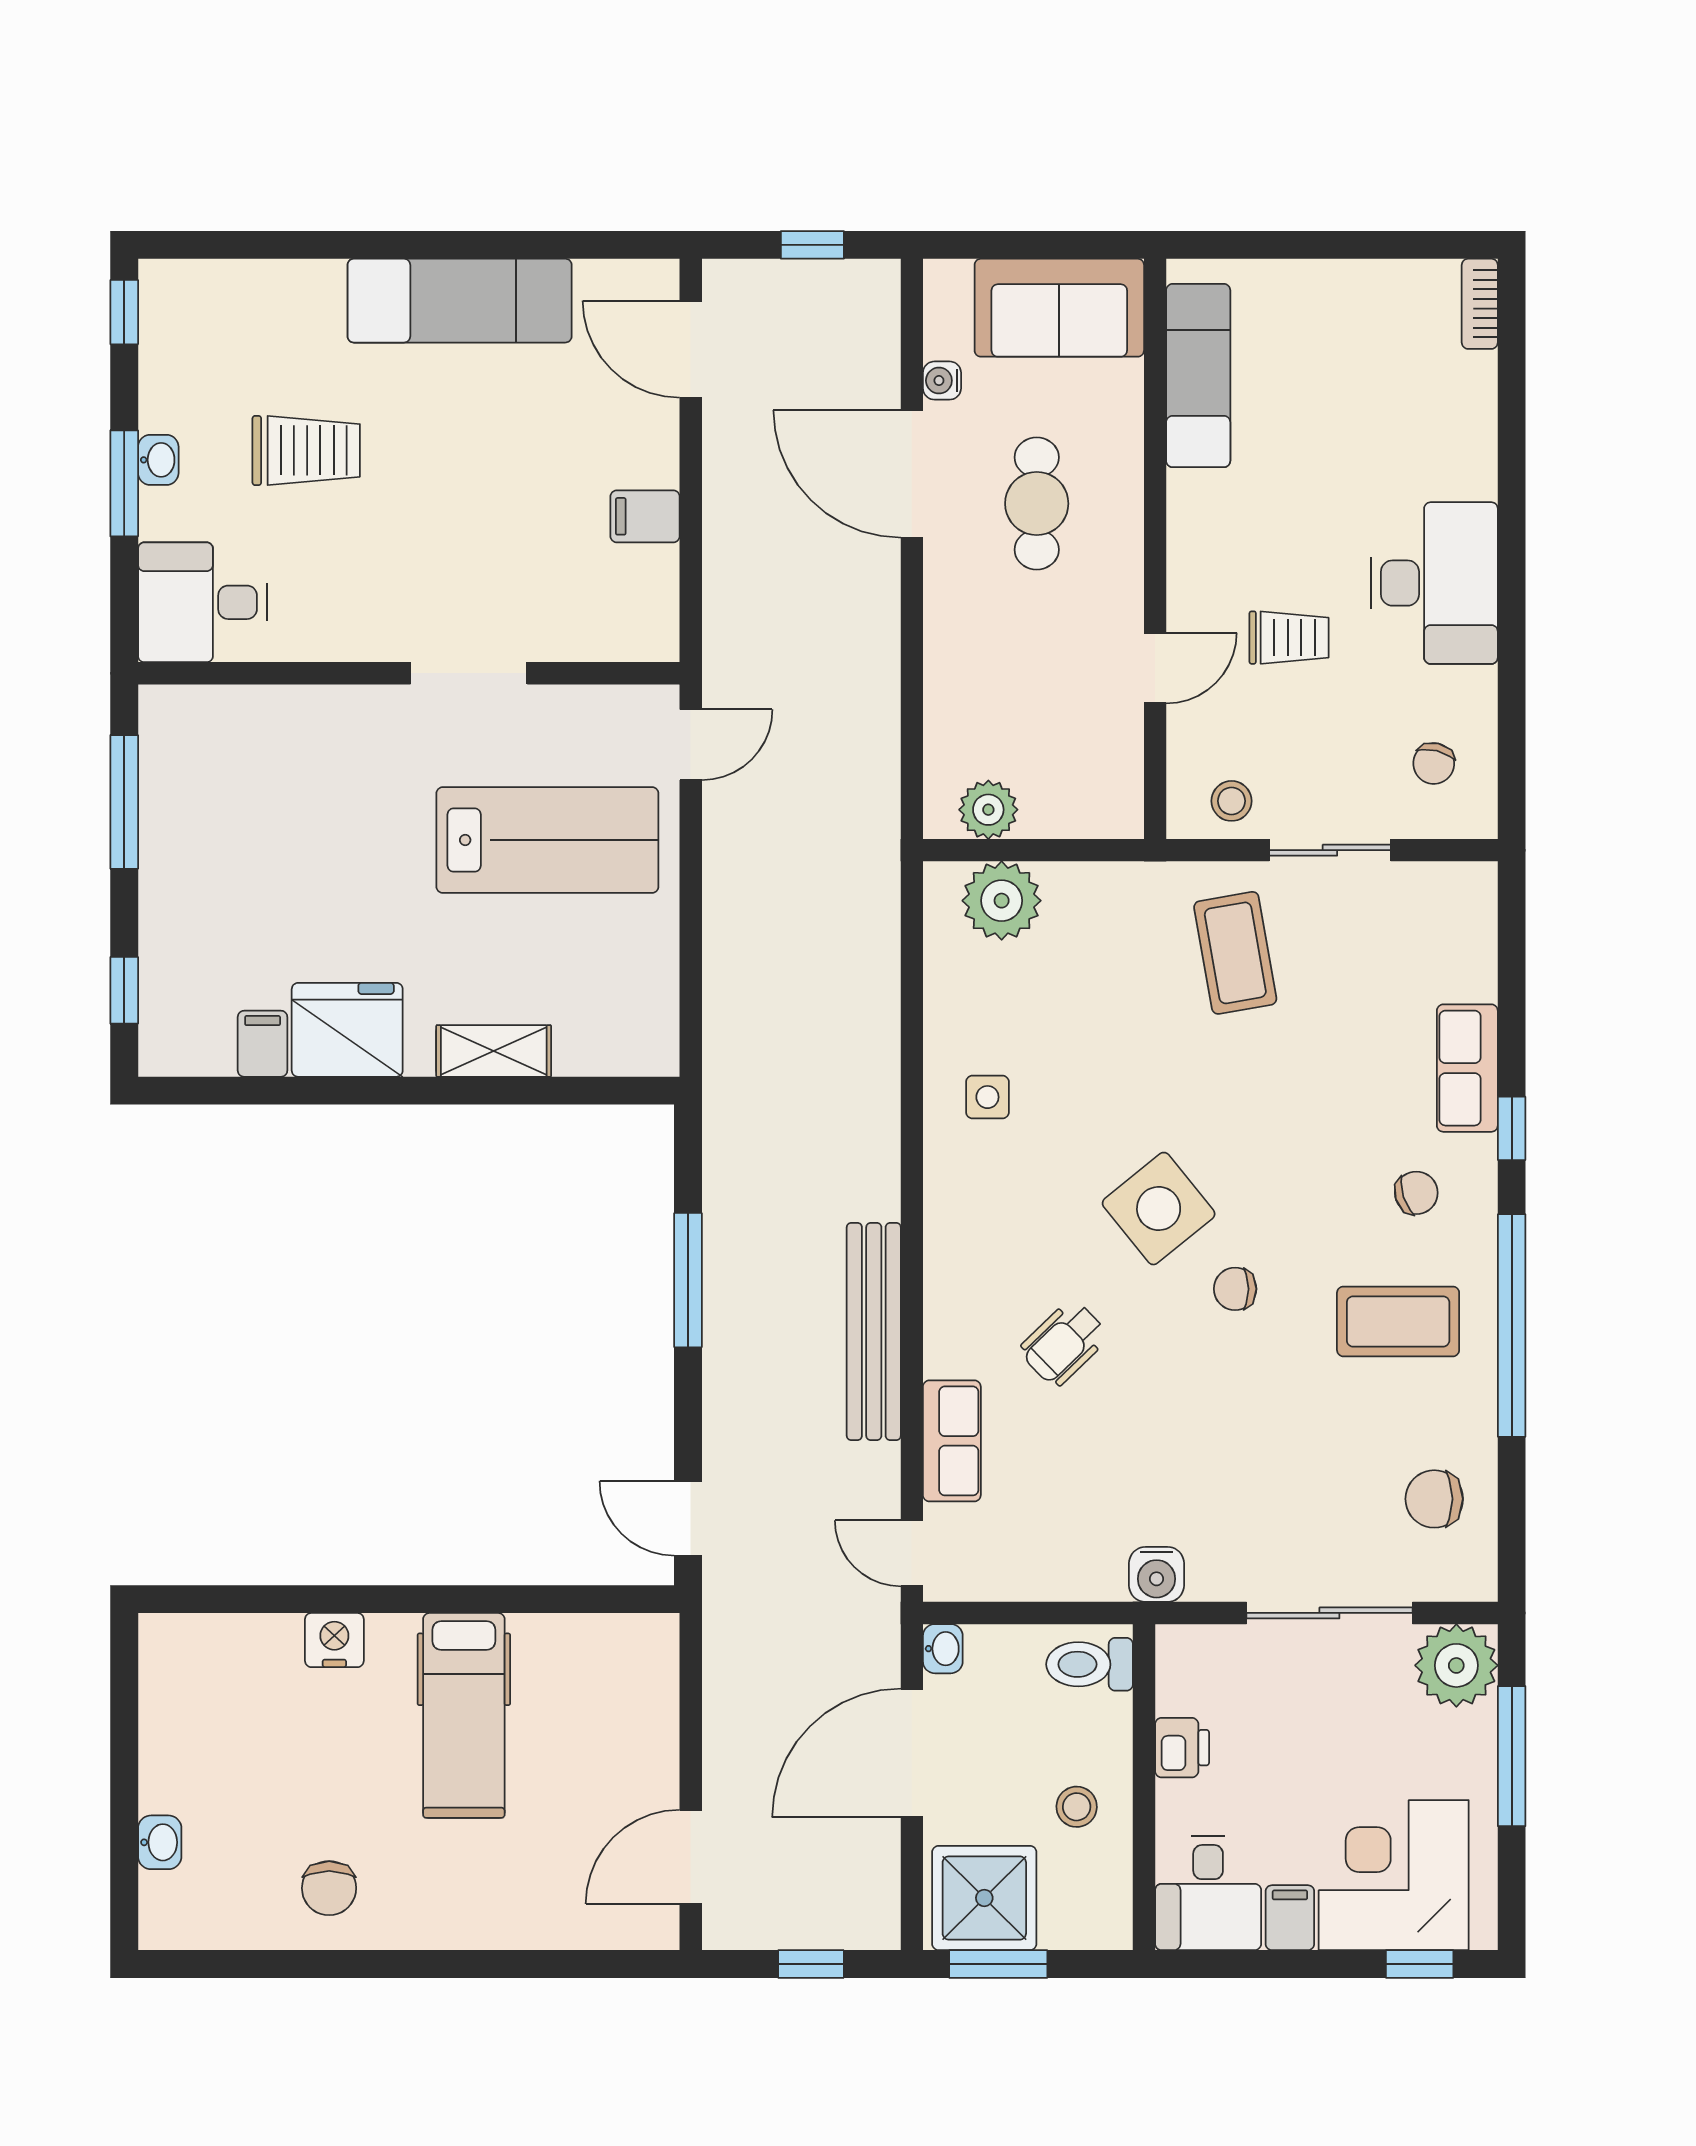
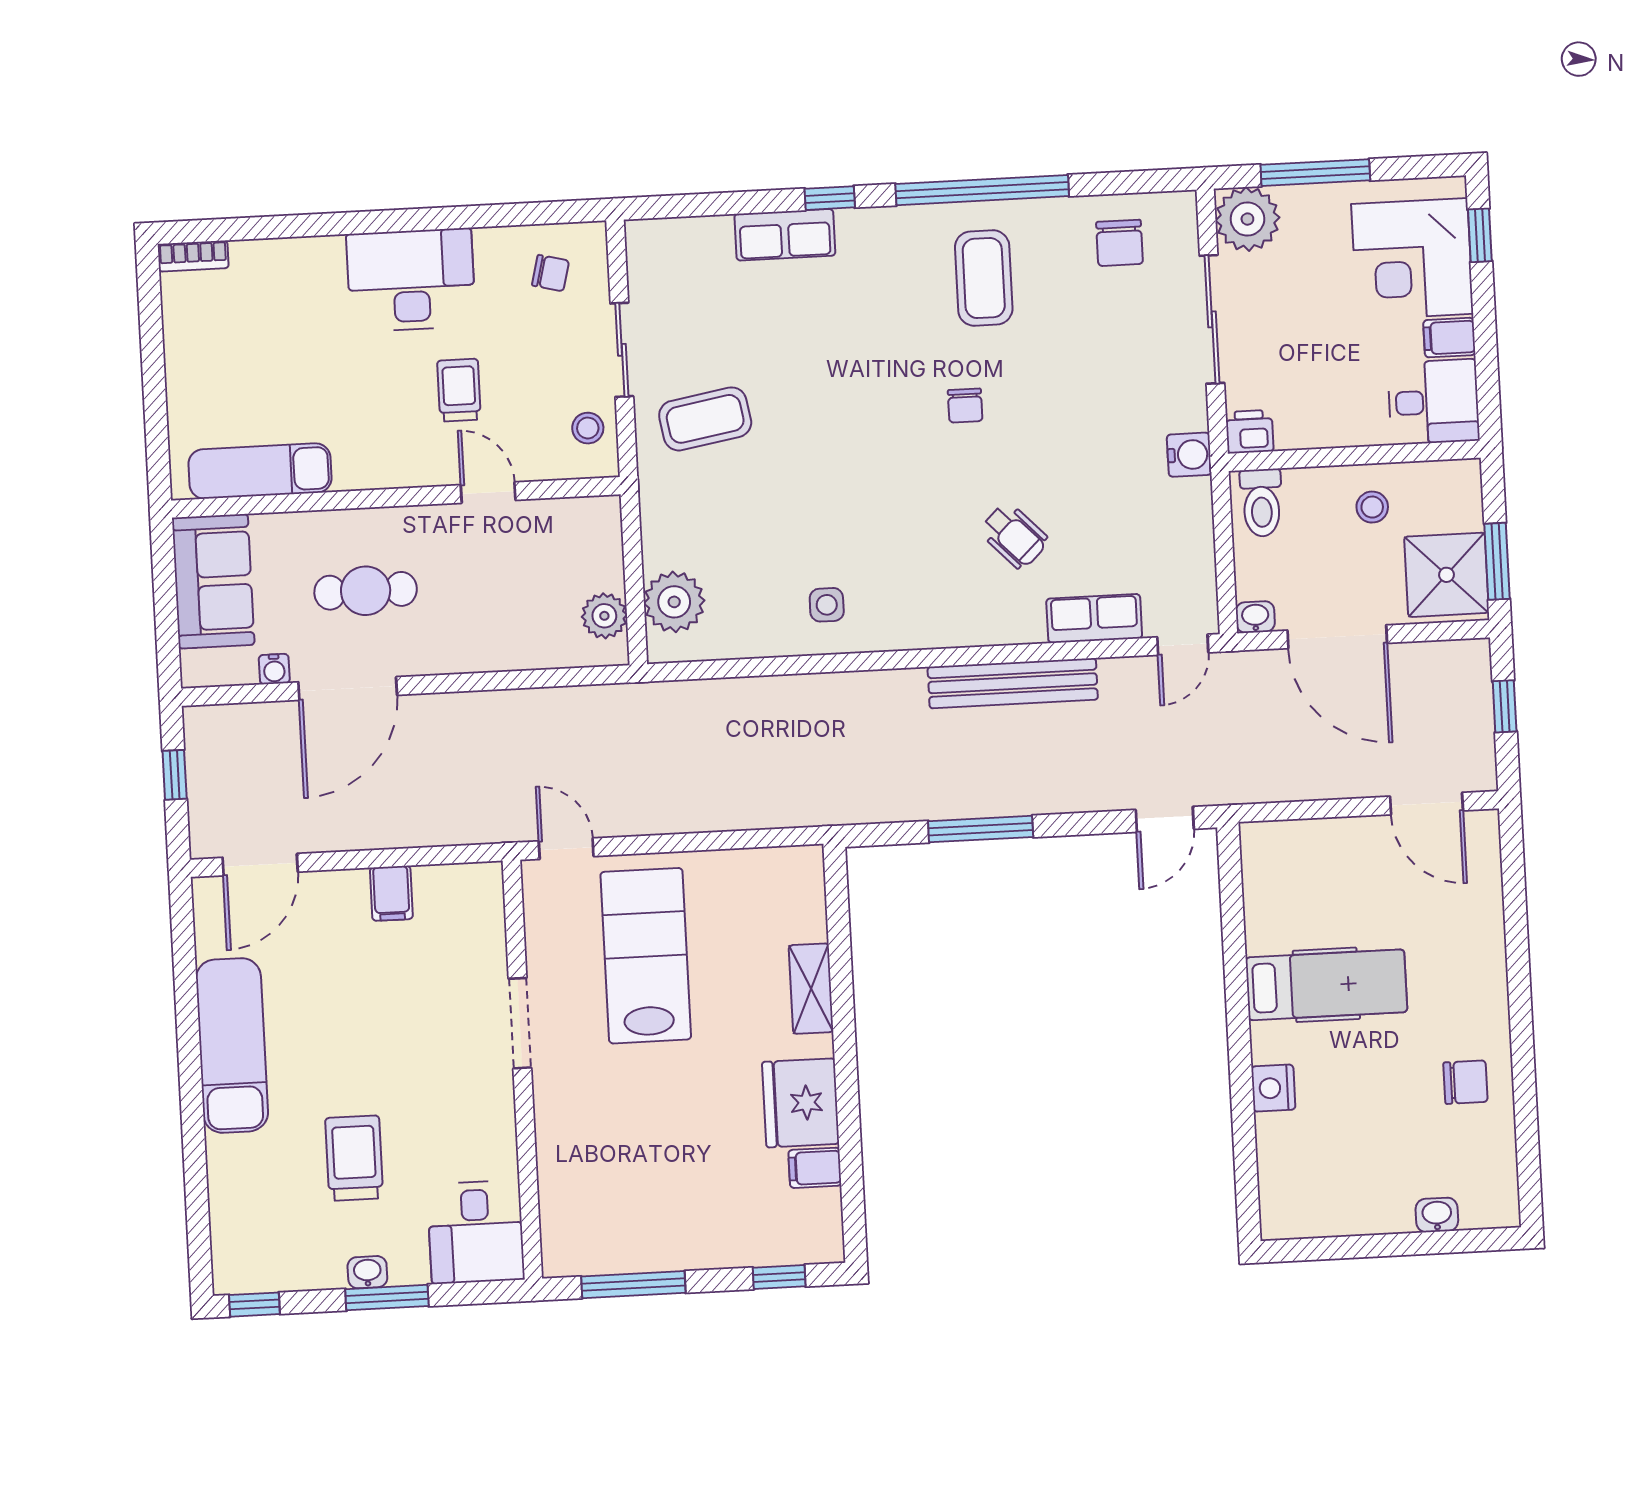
chair: (1416, 1193) -> (883, 269), removed
side table: (1159, 1209) -> (906, 468), removed
printer: (1182, 1748) -> (1250, 432), moved

